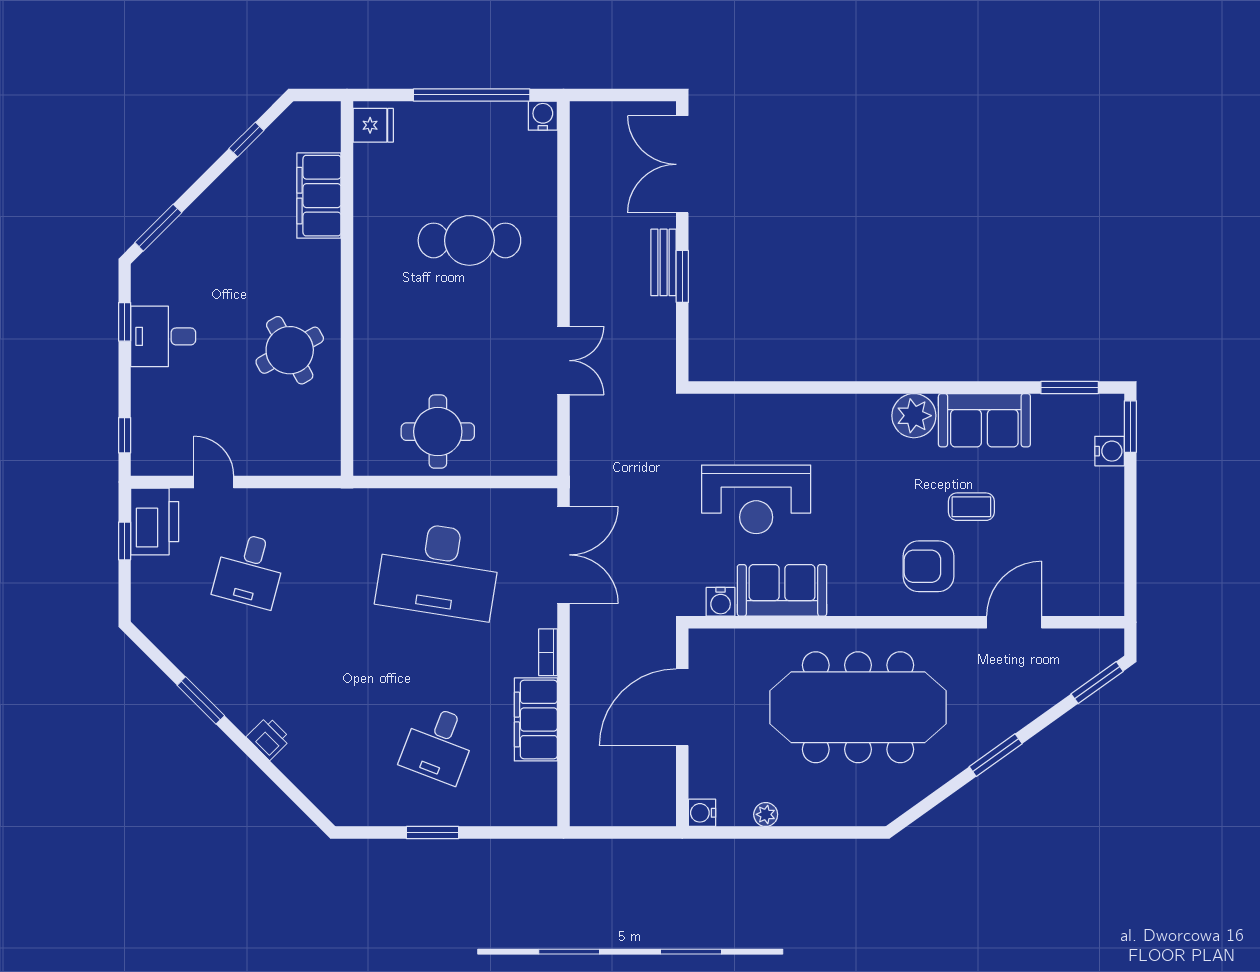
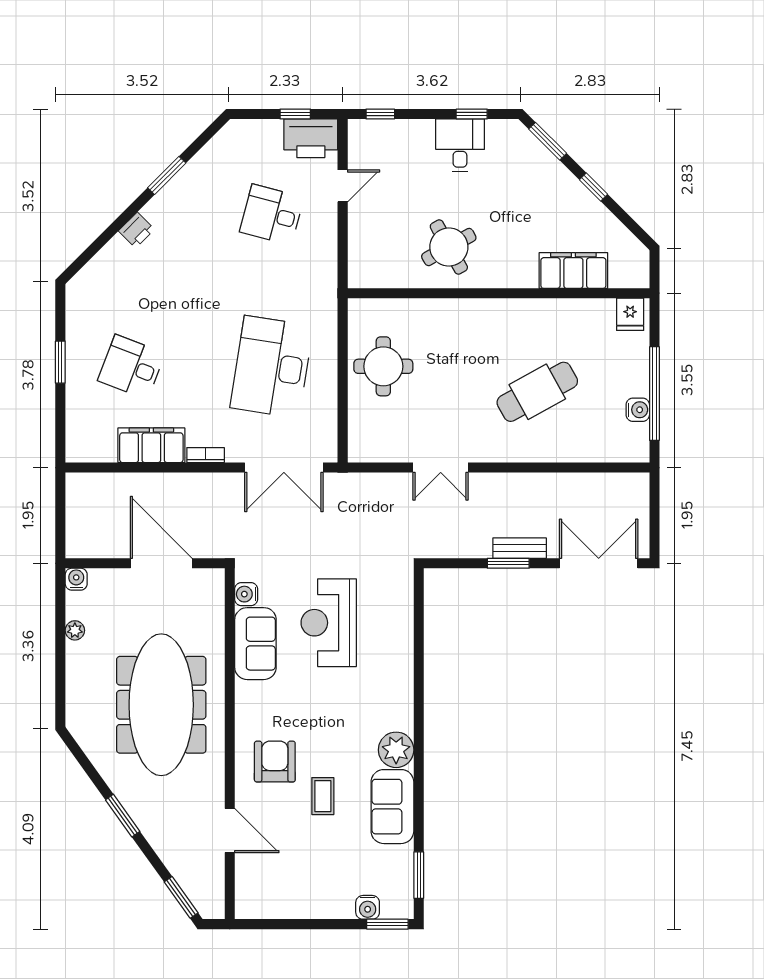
water cooler: (543, 116) -> (638, 410), moved
window: (246, 139) -> (593, 187), moved
cafe table: (469, 240) -> (537, 392), turned 61

